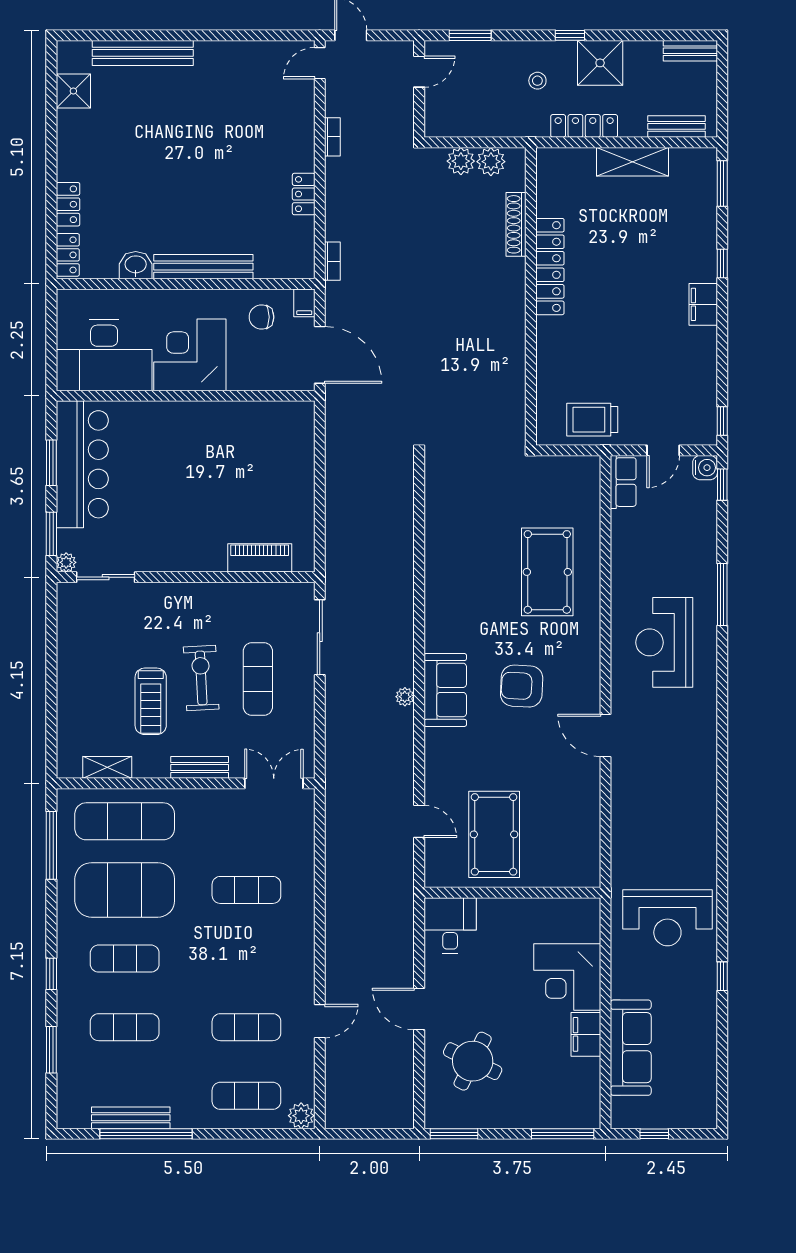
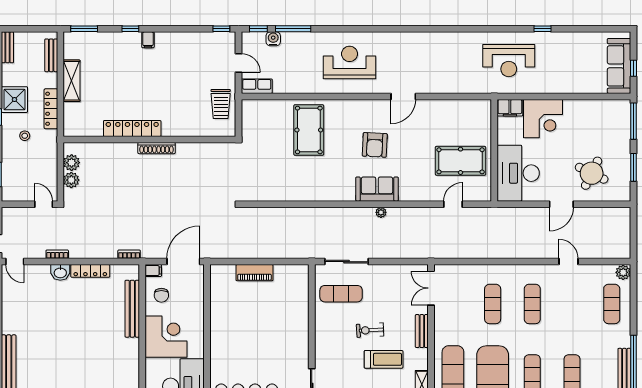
door: (419, 72) -> (44, 204), moved
locker: (304, 194) -> (90, 271), width x1.53
shoe rack: (516, 224) -> (157, 148), moved
washbasin: (136, 265) -> (60, 272), moved, turned -90
bench: (203, 267) -> (132, 309), moved
filing cabinet: (703, 304) -> (148, 40), width x0.50
corner desk: (190, 355) -> (166, 337), moved, turned 180
water cooler: (705, 468) -> (273, 39), moved
piano: (260, 558) -> (254, 273), moved, turned -90
pool table: (547, 572) -> (309, 130), turned 90
window: (722, 595) -> (293, 29), moved
reception desk: (664, 642) -> (350, 62), turned 180
exercise bike: (201, 678) -> (370, 330), width x0.73, depth x0.72
exercise mat: (258, 679) -> (341, 294), moved
reception desk: (667, 918) -> (509, 61), turned 90
desk: (450, 926) -> (518, 173), width x1.87, depth x1.30
exercise mat: (246, 1027) -> (532, 304), moved
filing cabinet: (586, 1034) -> (510, 108), moved
sofa: (631, 1048) -> (619, 66), moved, turned -90
window: (454, 1134) -> (634, 167), moved

